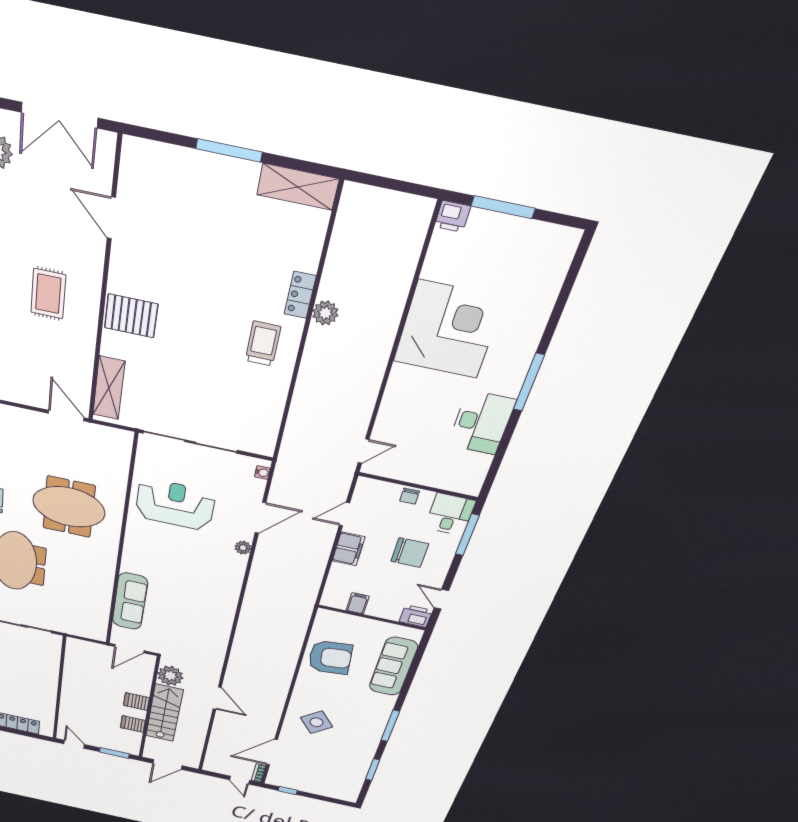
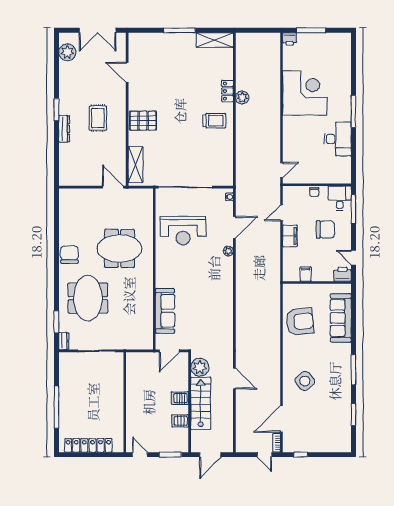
trolley: (263, 344) -> (214, 121), turned 90
reception desk: (175, 504) -> (183, 231), turned 180

